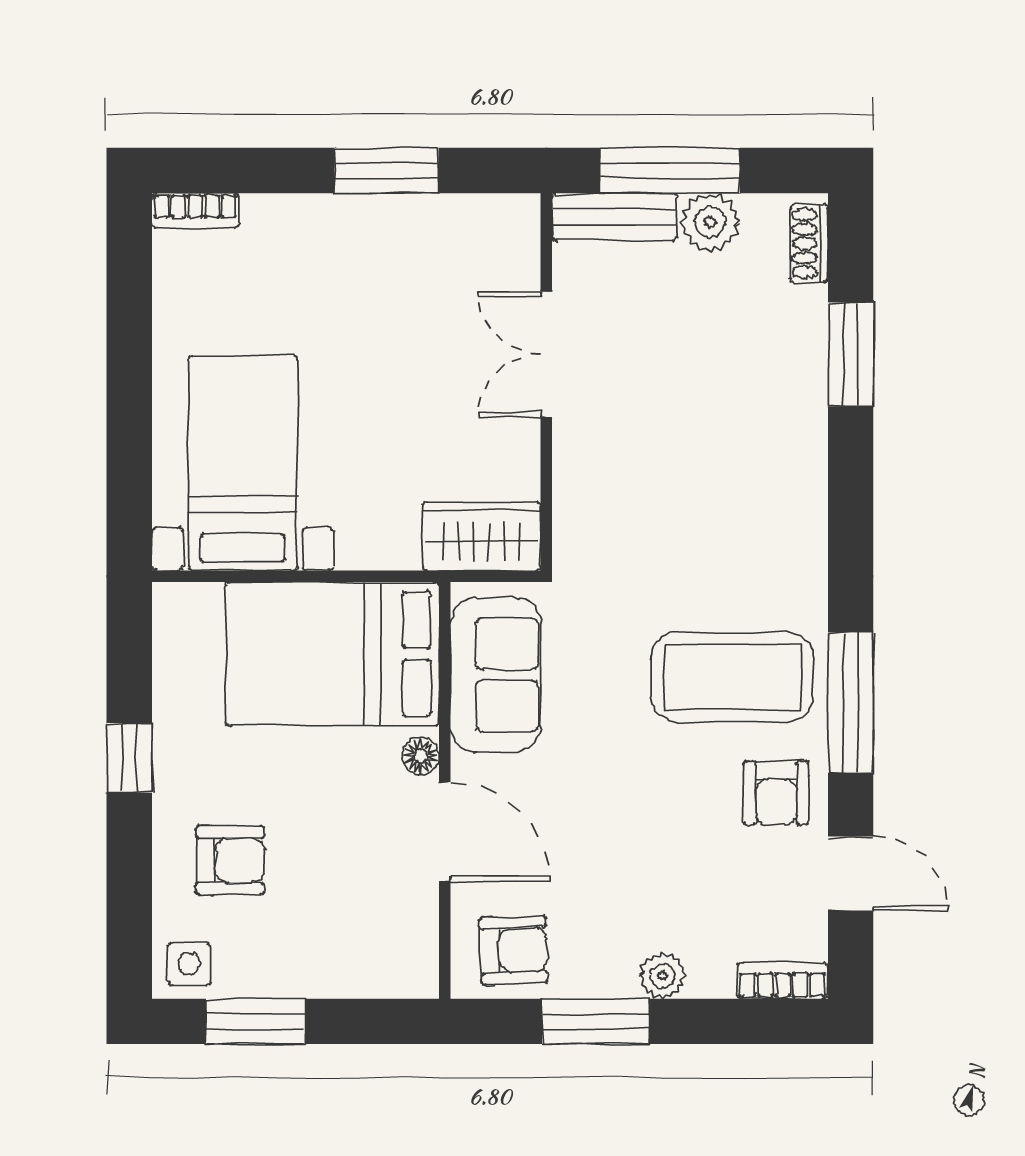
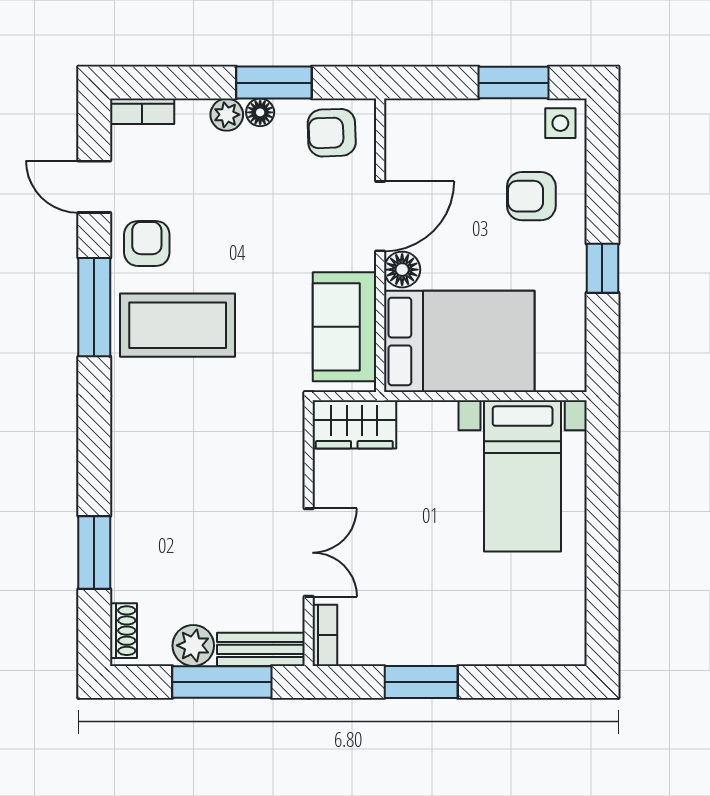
bookcase: (195, 210) -> (325, 635), moved, turned 90
floor lamp: (421, 756) -> (402, 270), width x1.37, depth x1.37
door: (445, 832) -> (380, 216), swing flipped
floor lamp: (615, 979) -> (260, 112), added

